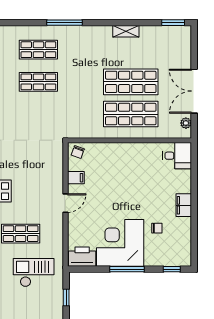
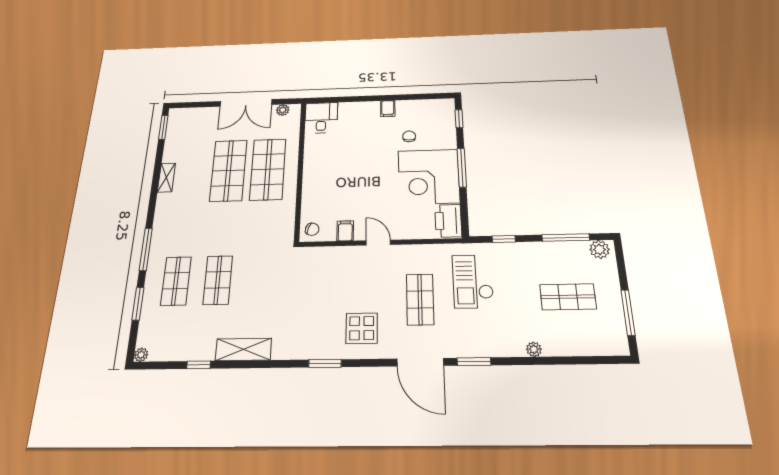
window: (21, 23) -> (138, 304), added
filing cabinet: (184, 205) -> (388, 109), width x0.50

